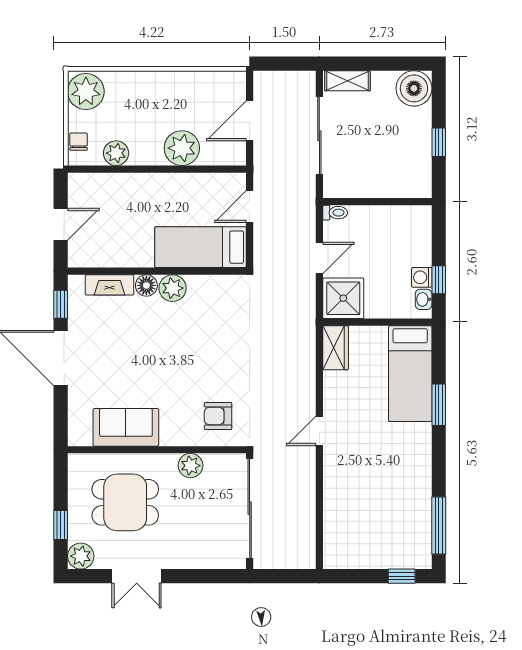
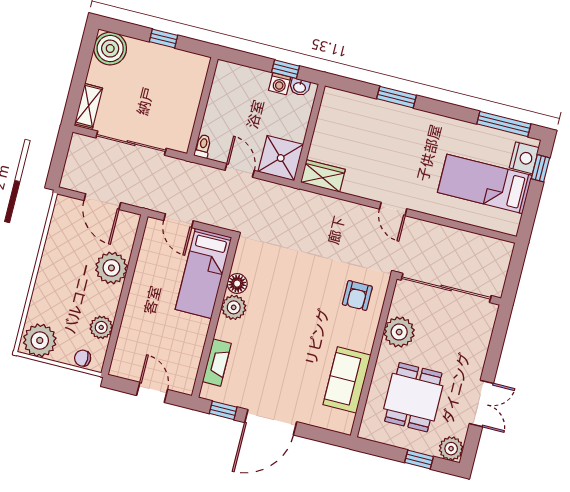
floor lamp: (146, 285) -> (237, 284), moved
bed: (410, 374) -> (485, 184), moved, turned 180
plant: (190, 466) -> (399, 332), width x1.36, depth x1.36
nightstand: (408, 556) -> (524, 158), added

